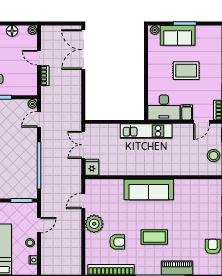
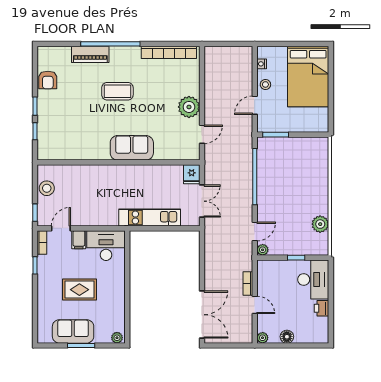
sofa: (178, 35) -> (73, 331), moved
kitchen unit: (146, 131) -> (150, 218), moved
sofa: (149, 189) -> (132, 148), width x0.73
armchair: (117, 242) -> (162, 85), removed

